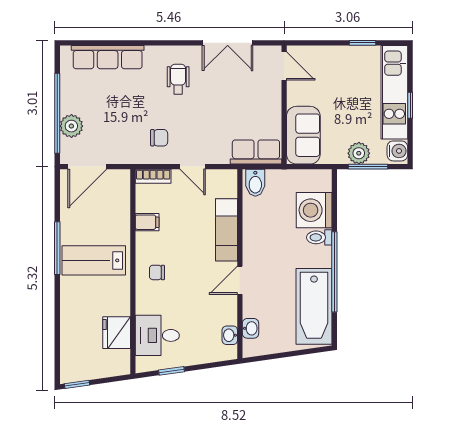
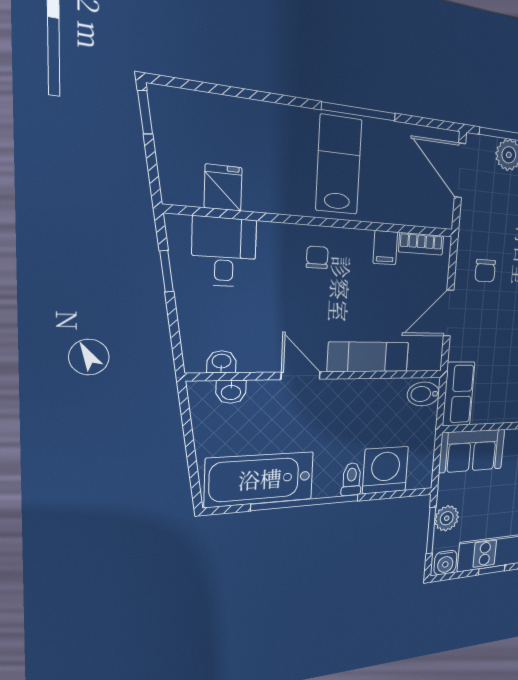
door: (193, 167) -> (449, 313), width x1.38
bookcase: (153, 176) -> (421, 244), moved, turned -90
fridge: (117, 333) -> (223, 188), width x0.72

